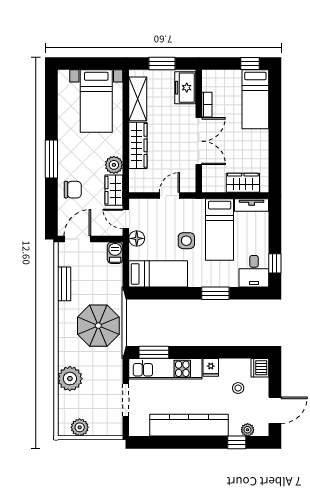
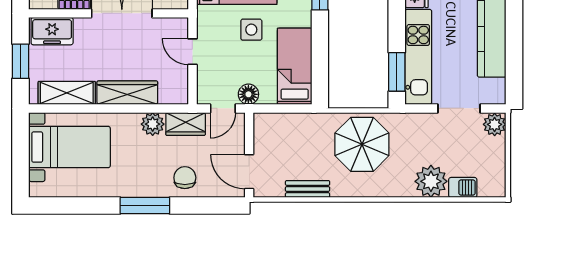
barbecue: (115, 253) -> (463, 187), moved, turned 180
plant: (80, 427) -> (495, 124), moved

